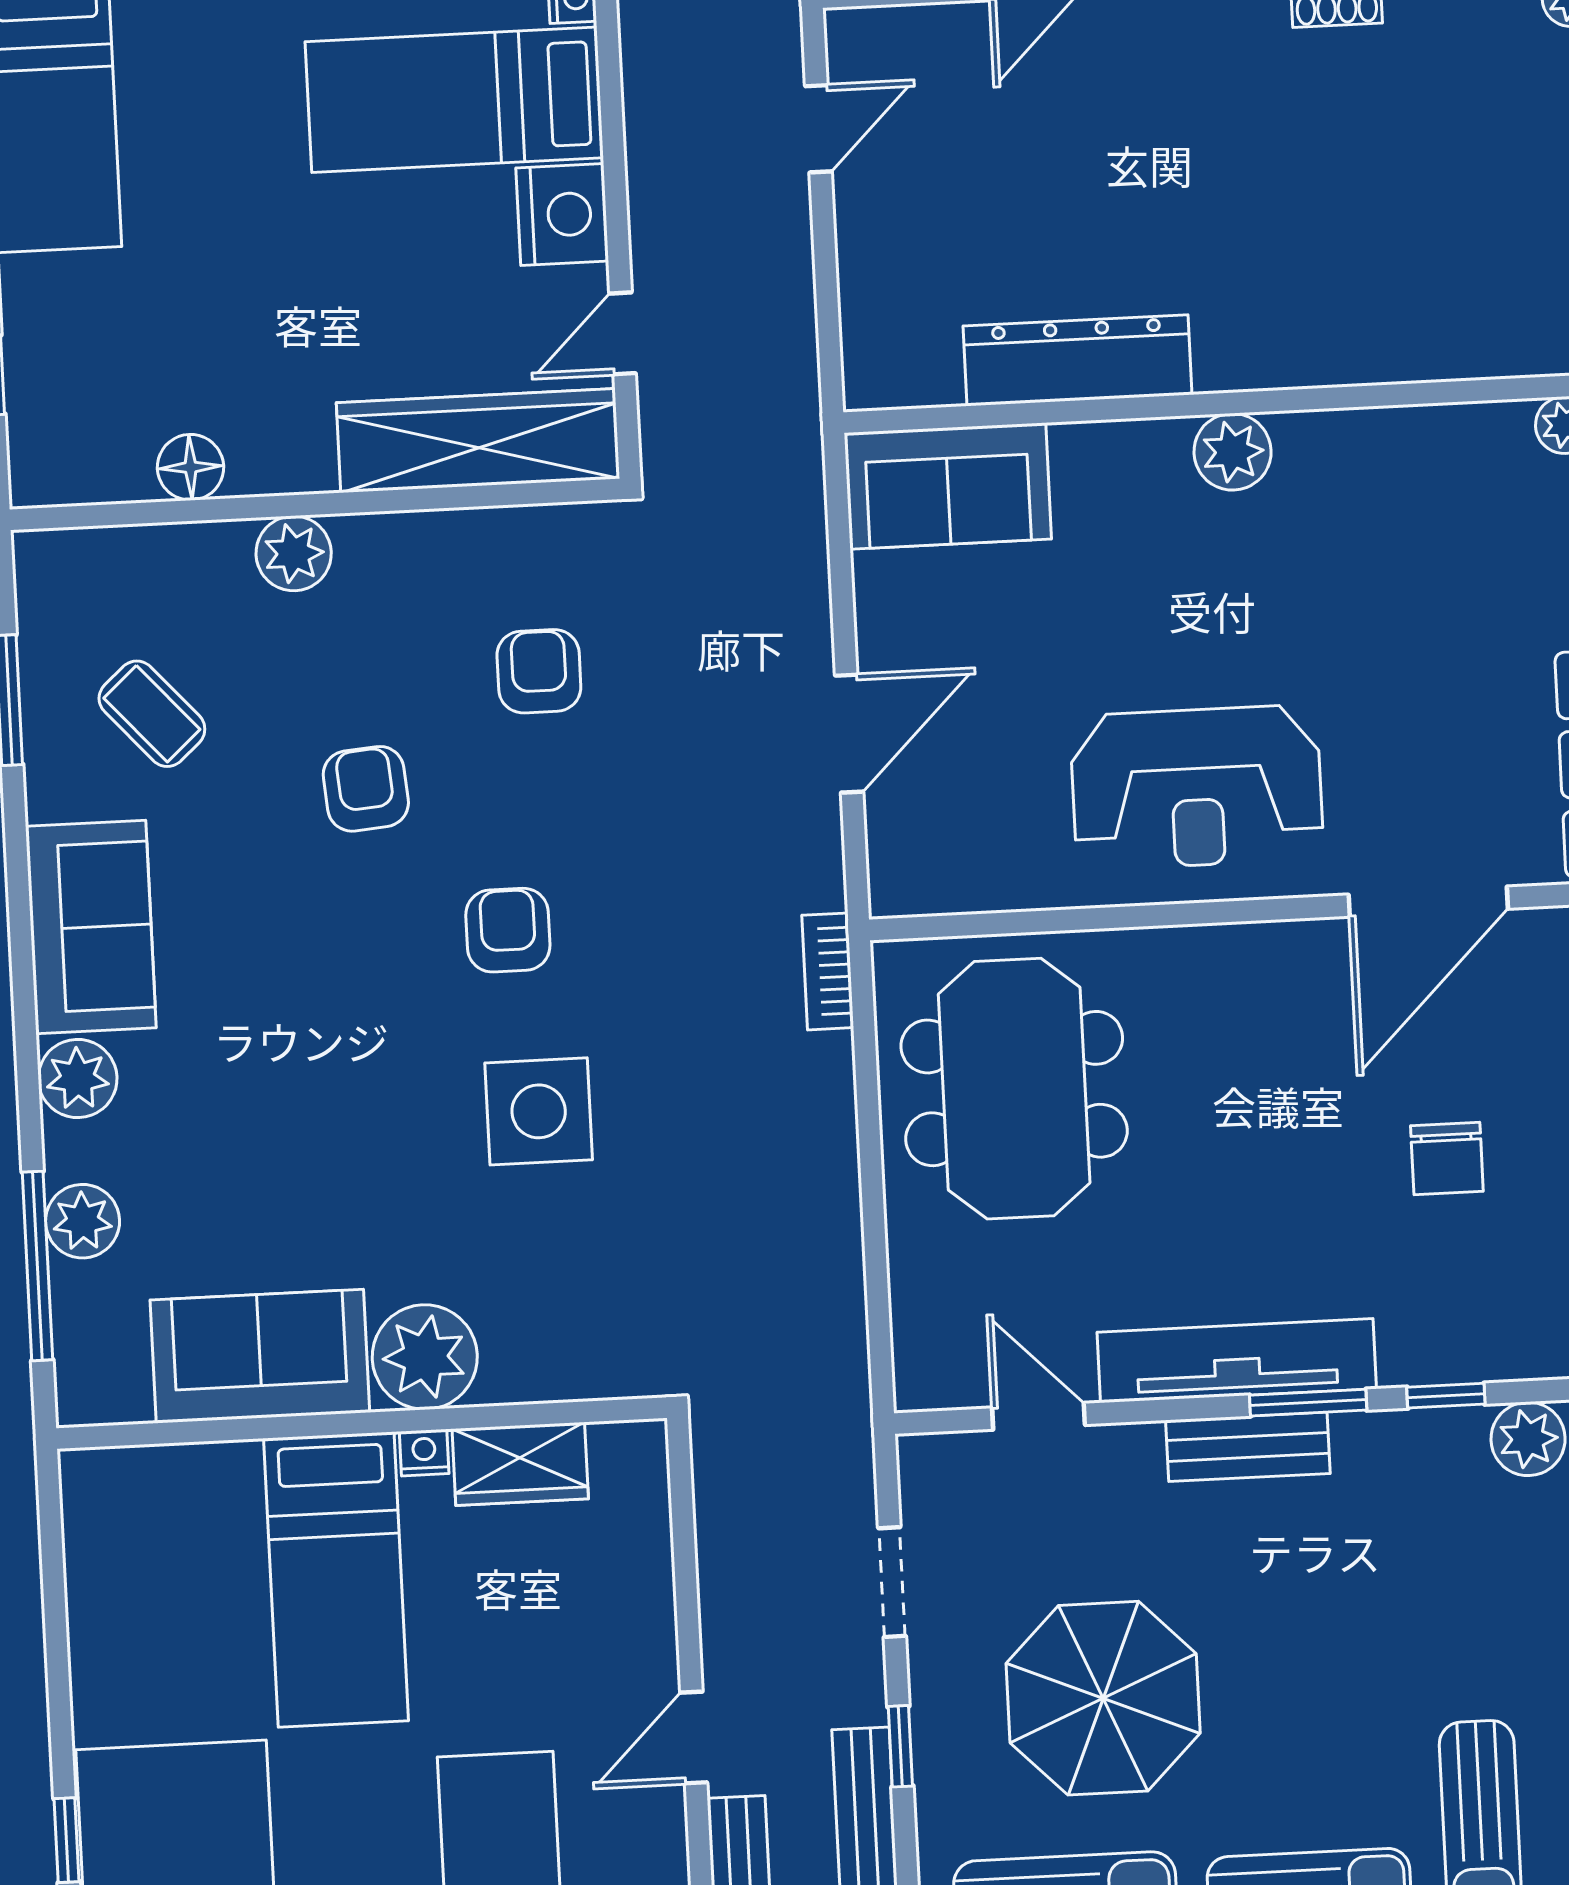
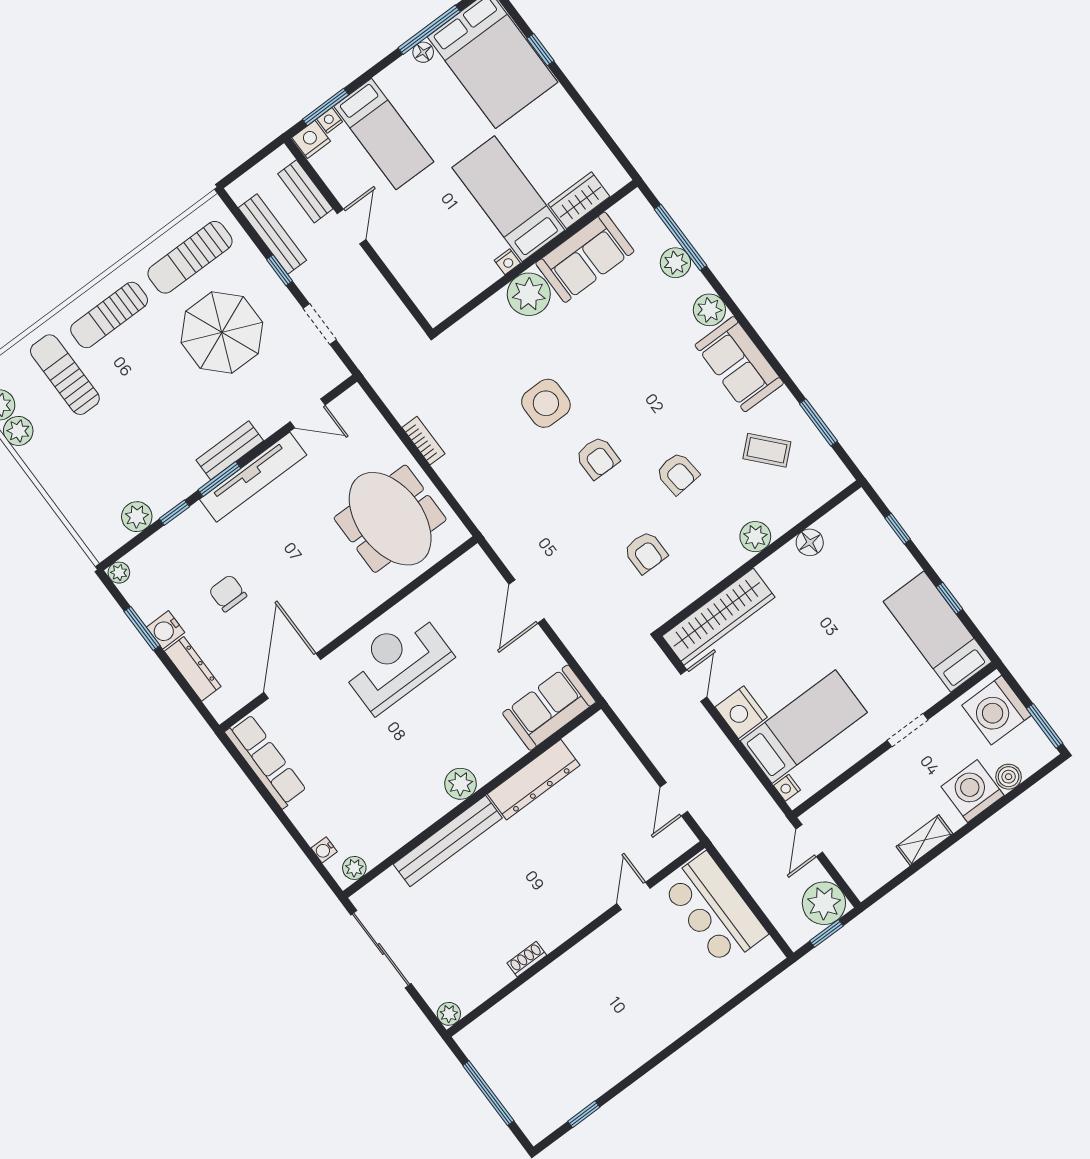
bench: (1337, 352) -> (448, 841), added
bookcase: (828, 971) -> (423, 441), moved
wardrobe: (520, 1464) -> (579, 200), moved

